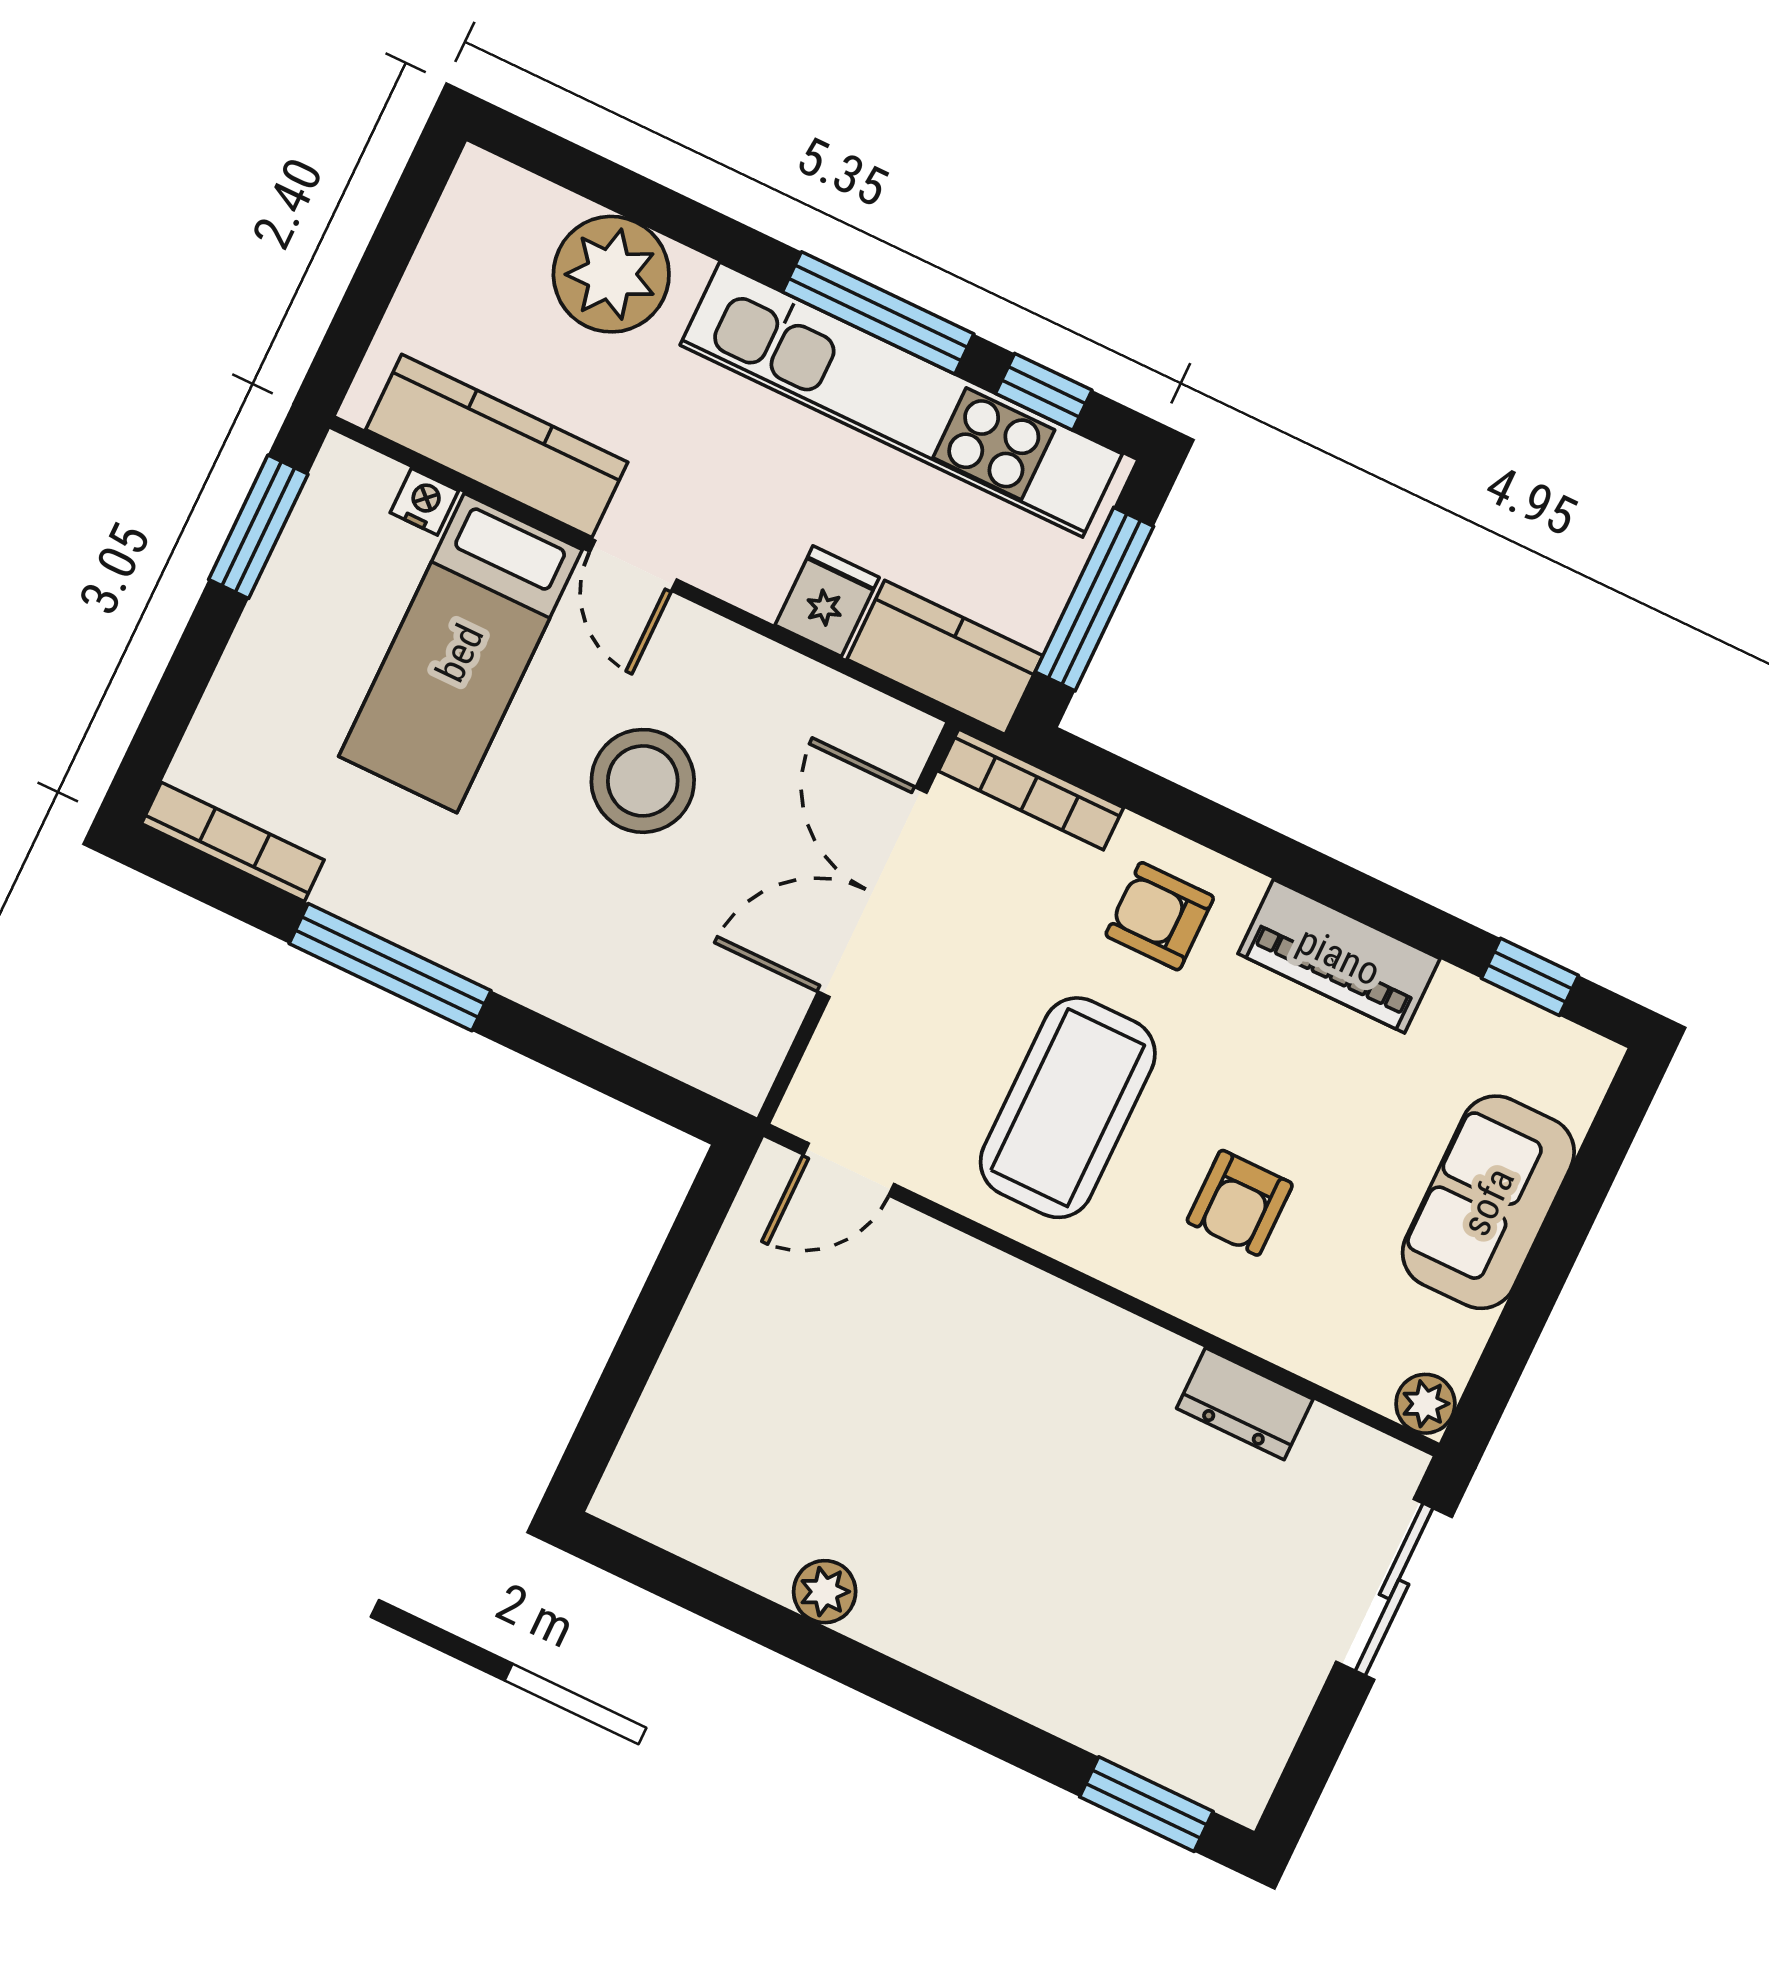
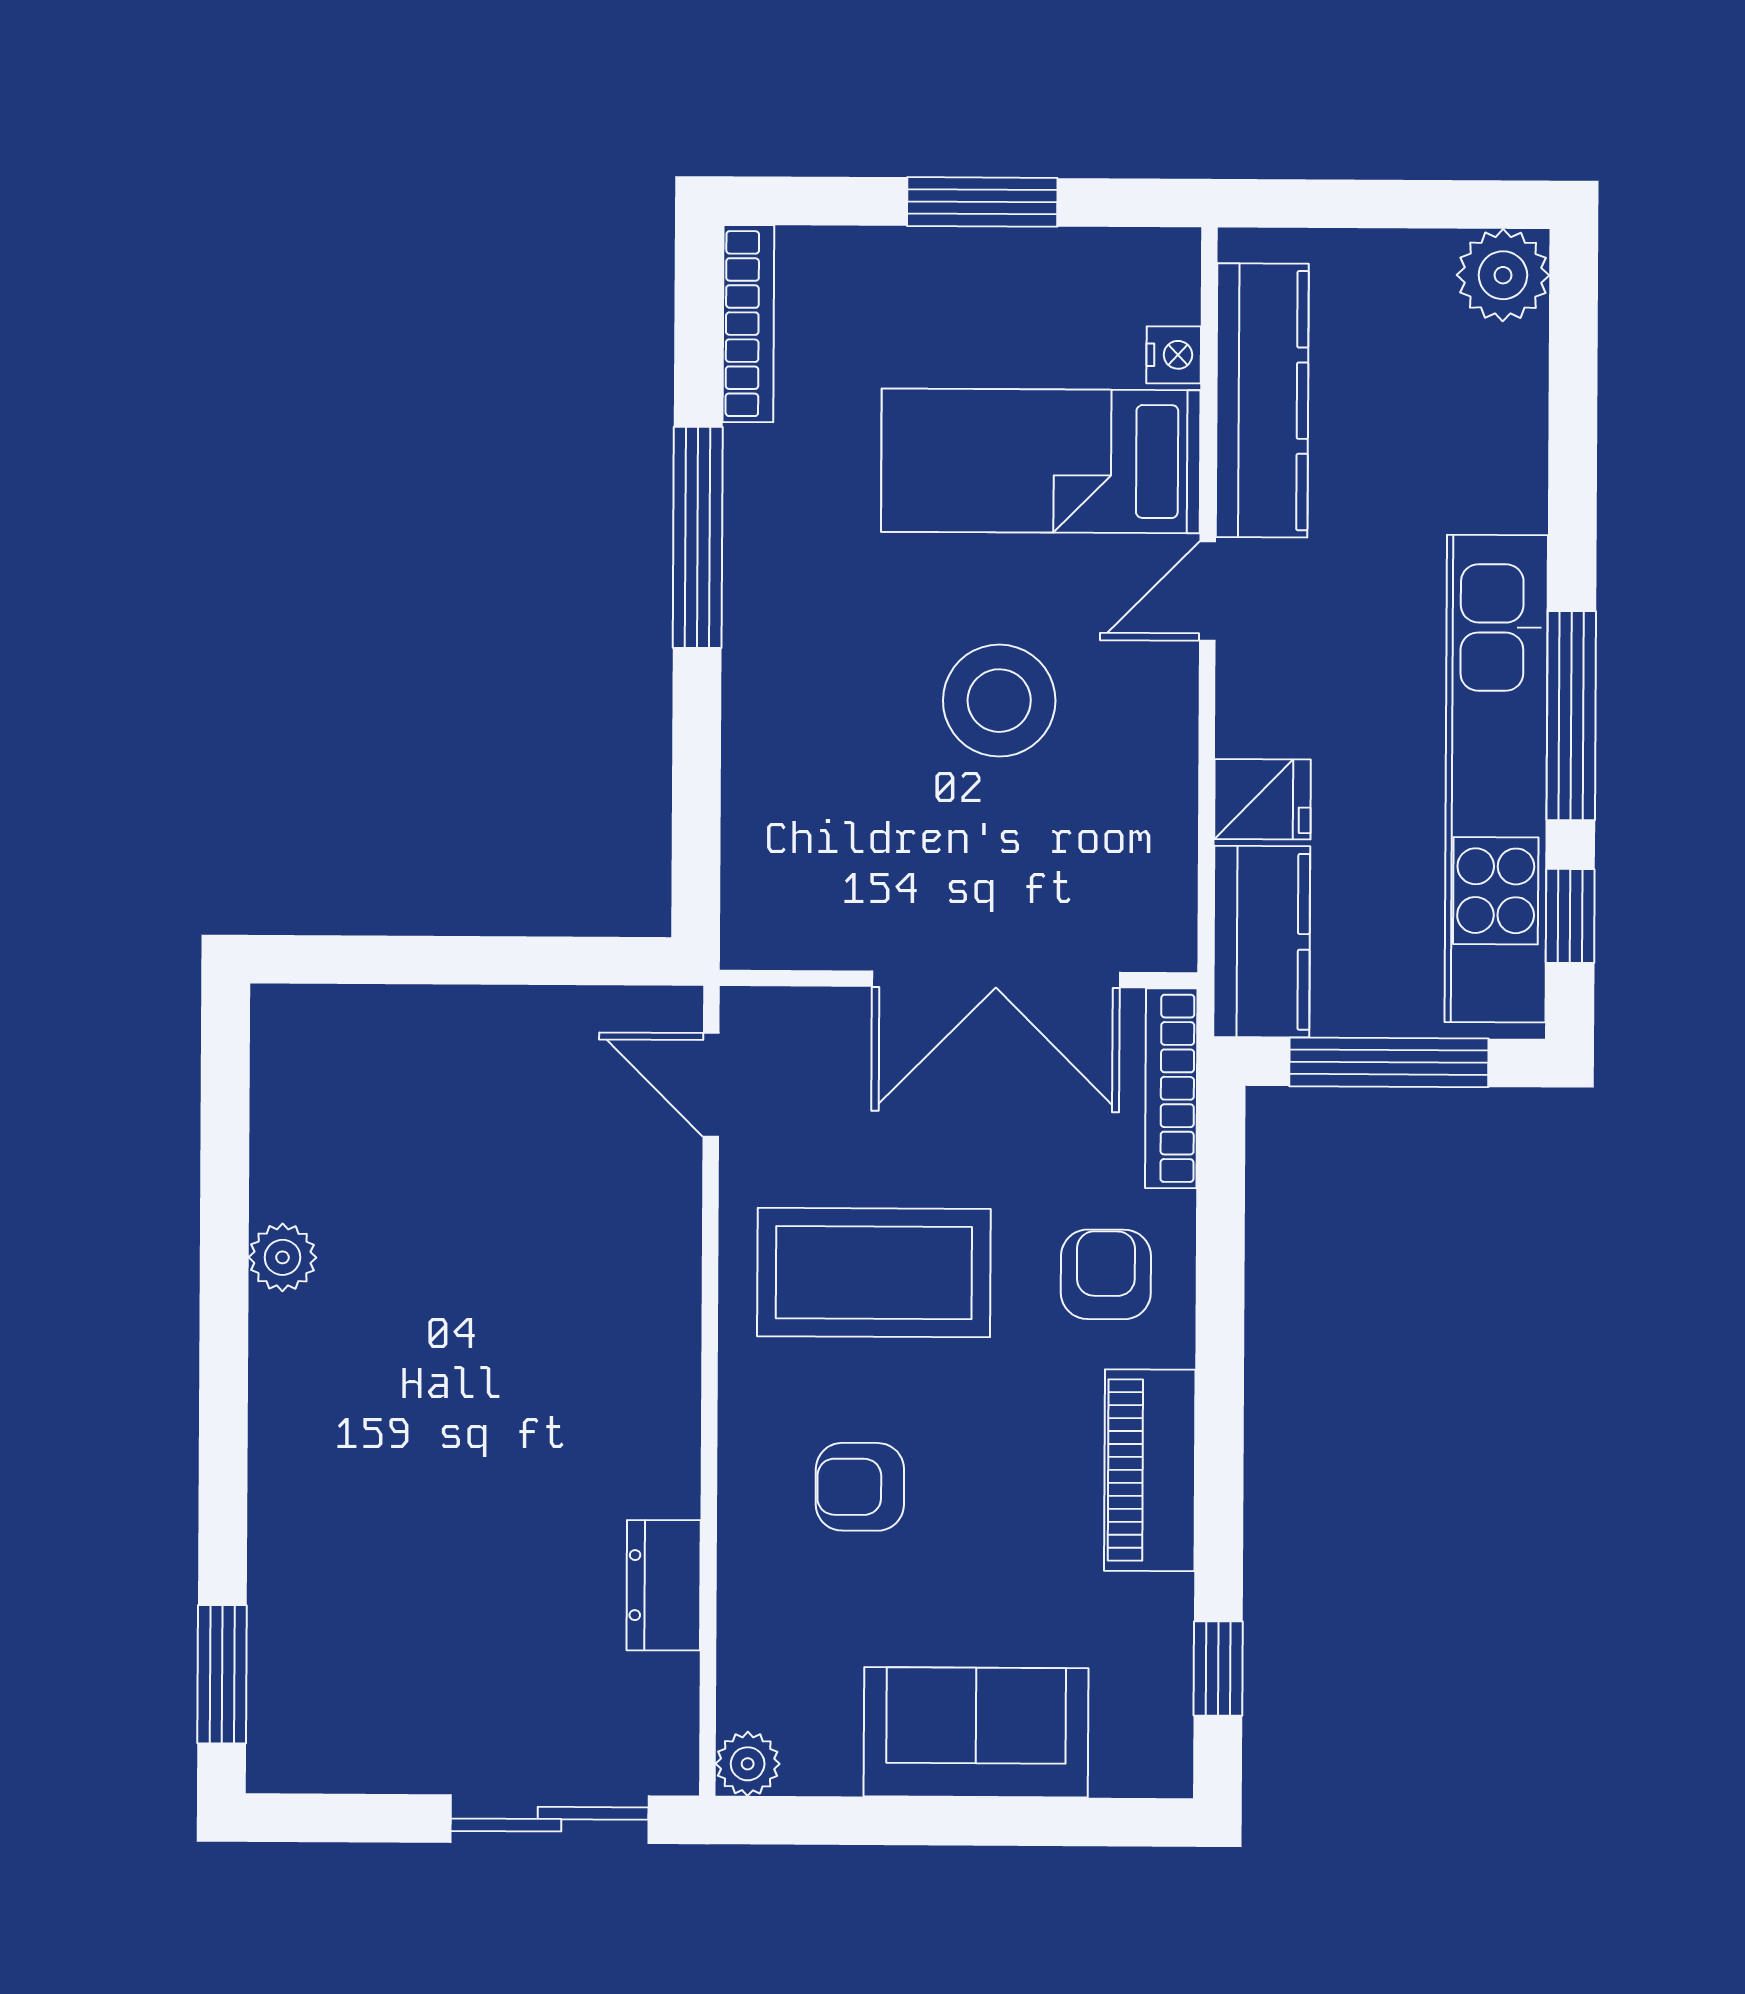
plant: (611, 274) -> (1503, 275), moved, width x0.73, depth x0.73
window: (258, 527) -> (982, 202), moved
double door: (872, 892) -> (996, 979), swing flipped

